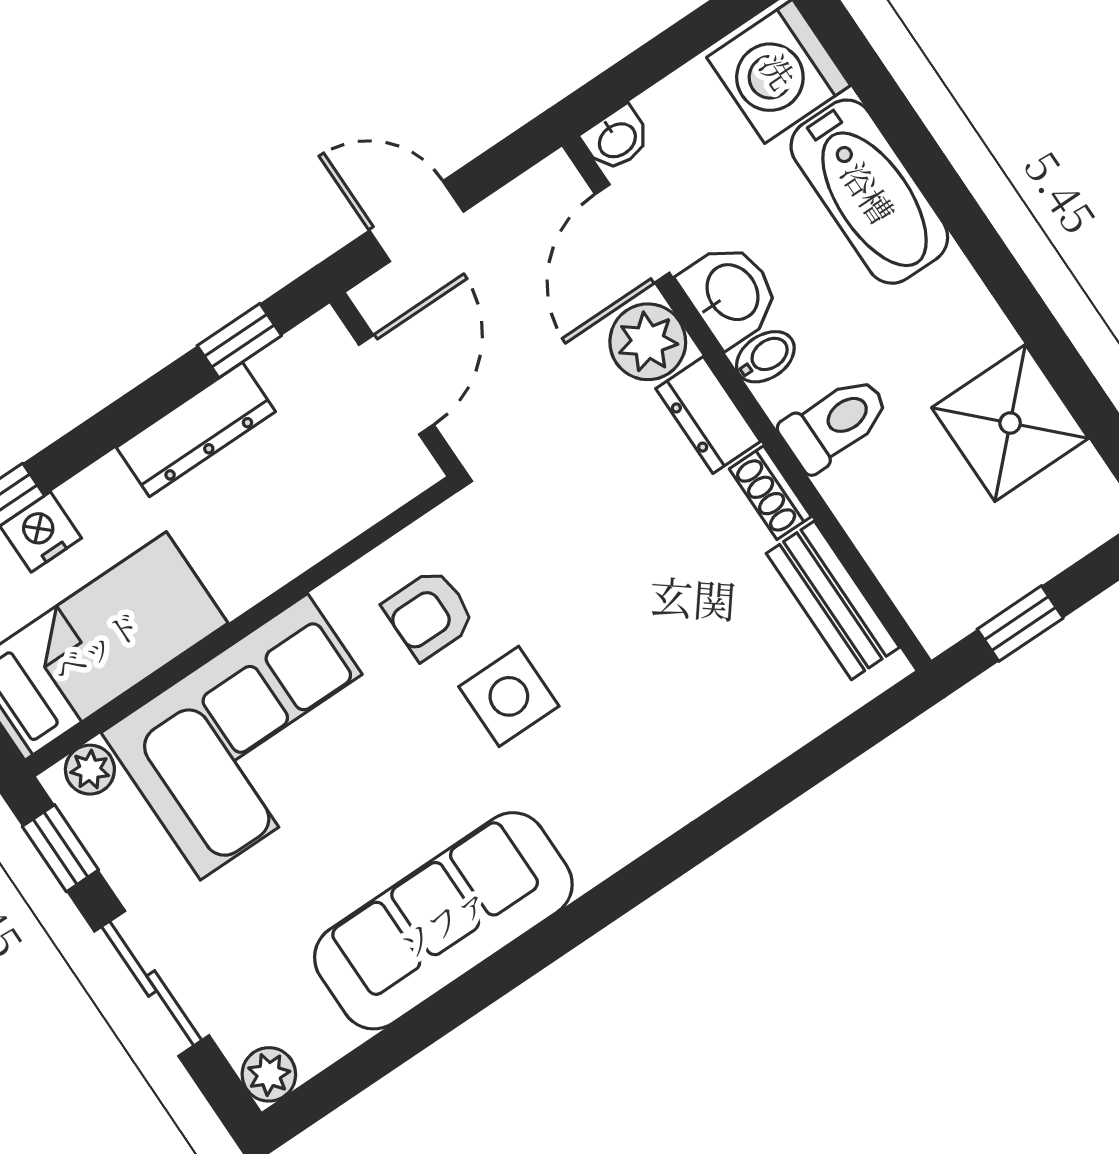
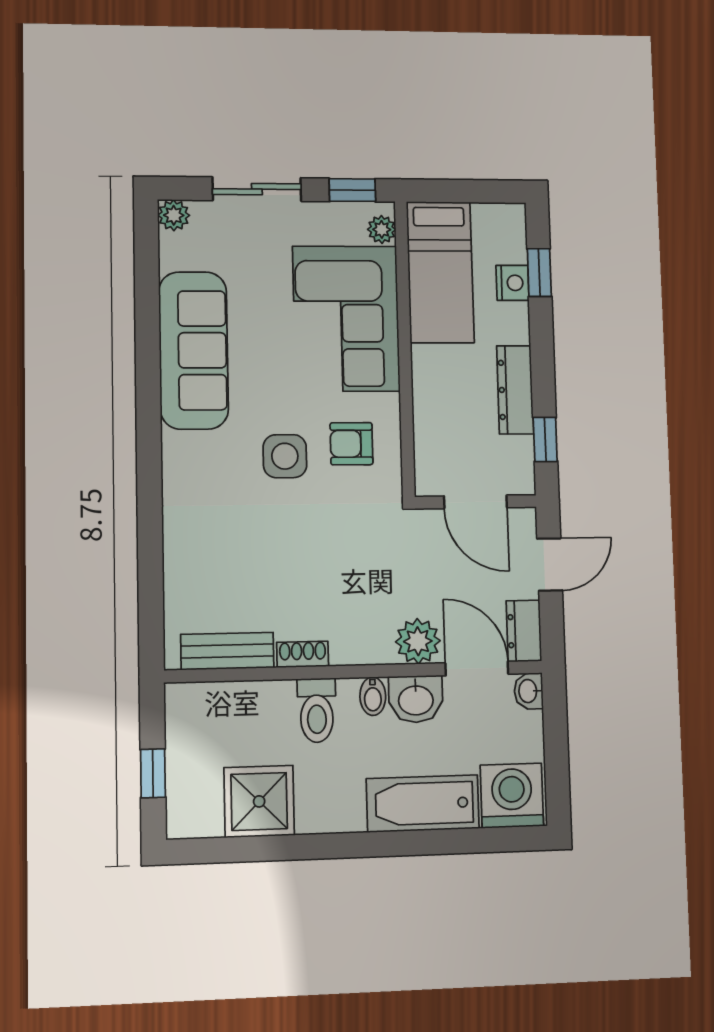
dresser: (708, 415) -> (524, 631), moved, turned -90
armchair: (429, 614) -> (351, 444), turned -90
window: (1020, 624) -> (153, 773), moved

